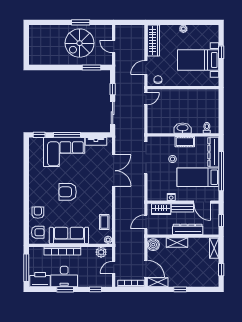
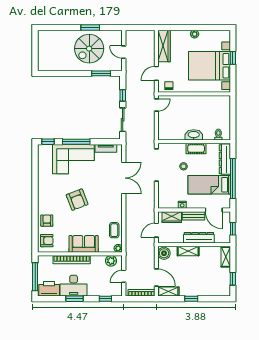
bed with nightstands: (198, 60) -> (209, 66), width x1.36
armchair: (68, 192) -> (77, 200), turned -111
sofa: (69, 235) -> (84, 244), width x0.73

